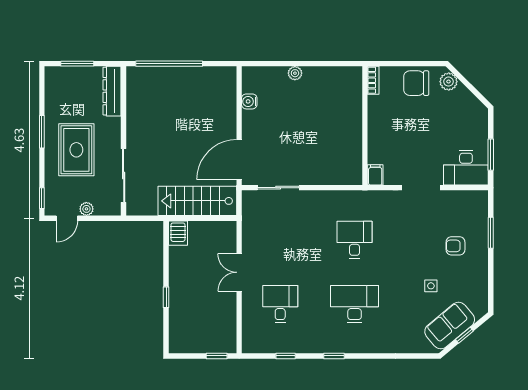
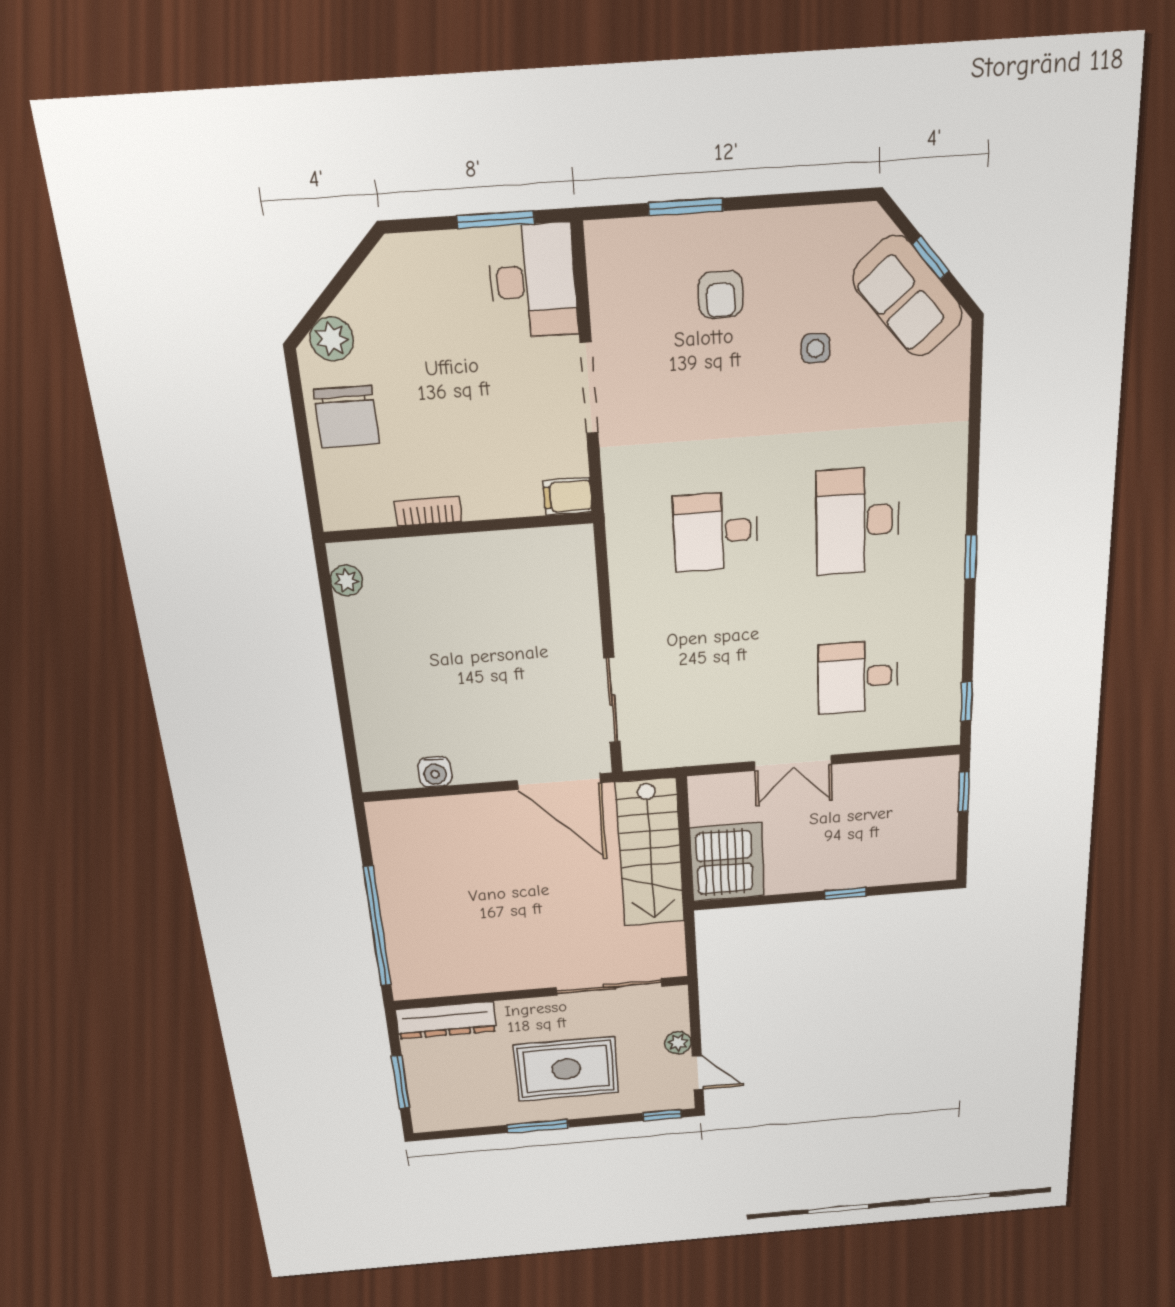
plant: (295, 73) -> (347, 580), moved
bookcase: (373, 80) -> (428, 511), moved
server rack: (178, 233) -> (727, 862), width x2.18, depth x1.44
window: (286, 356) -> (967, 701), moved

